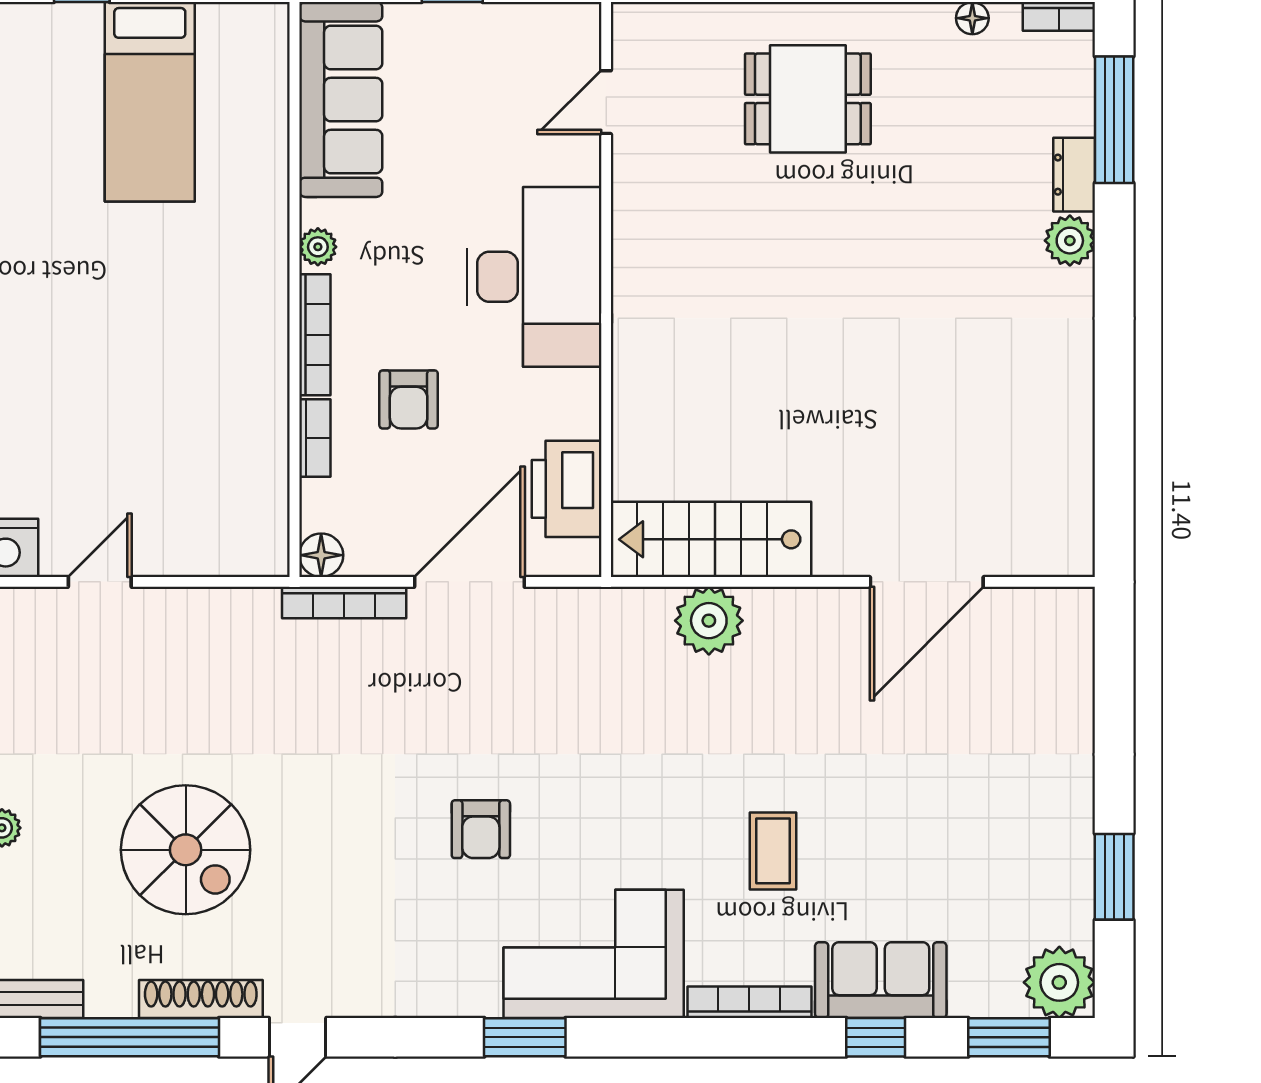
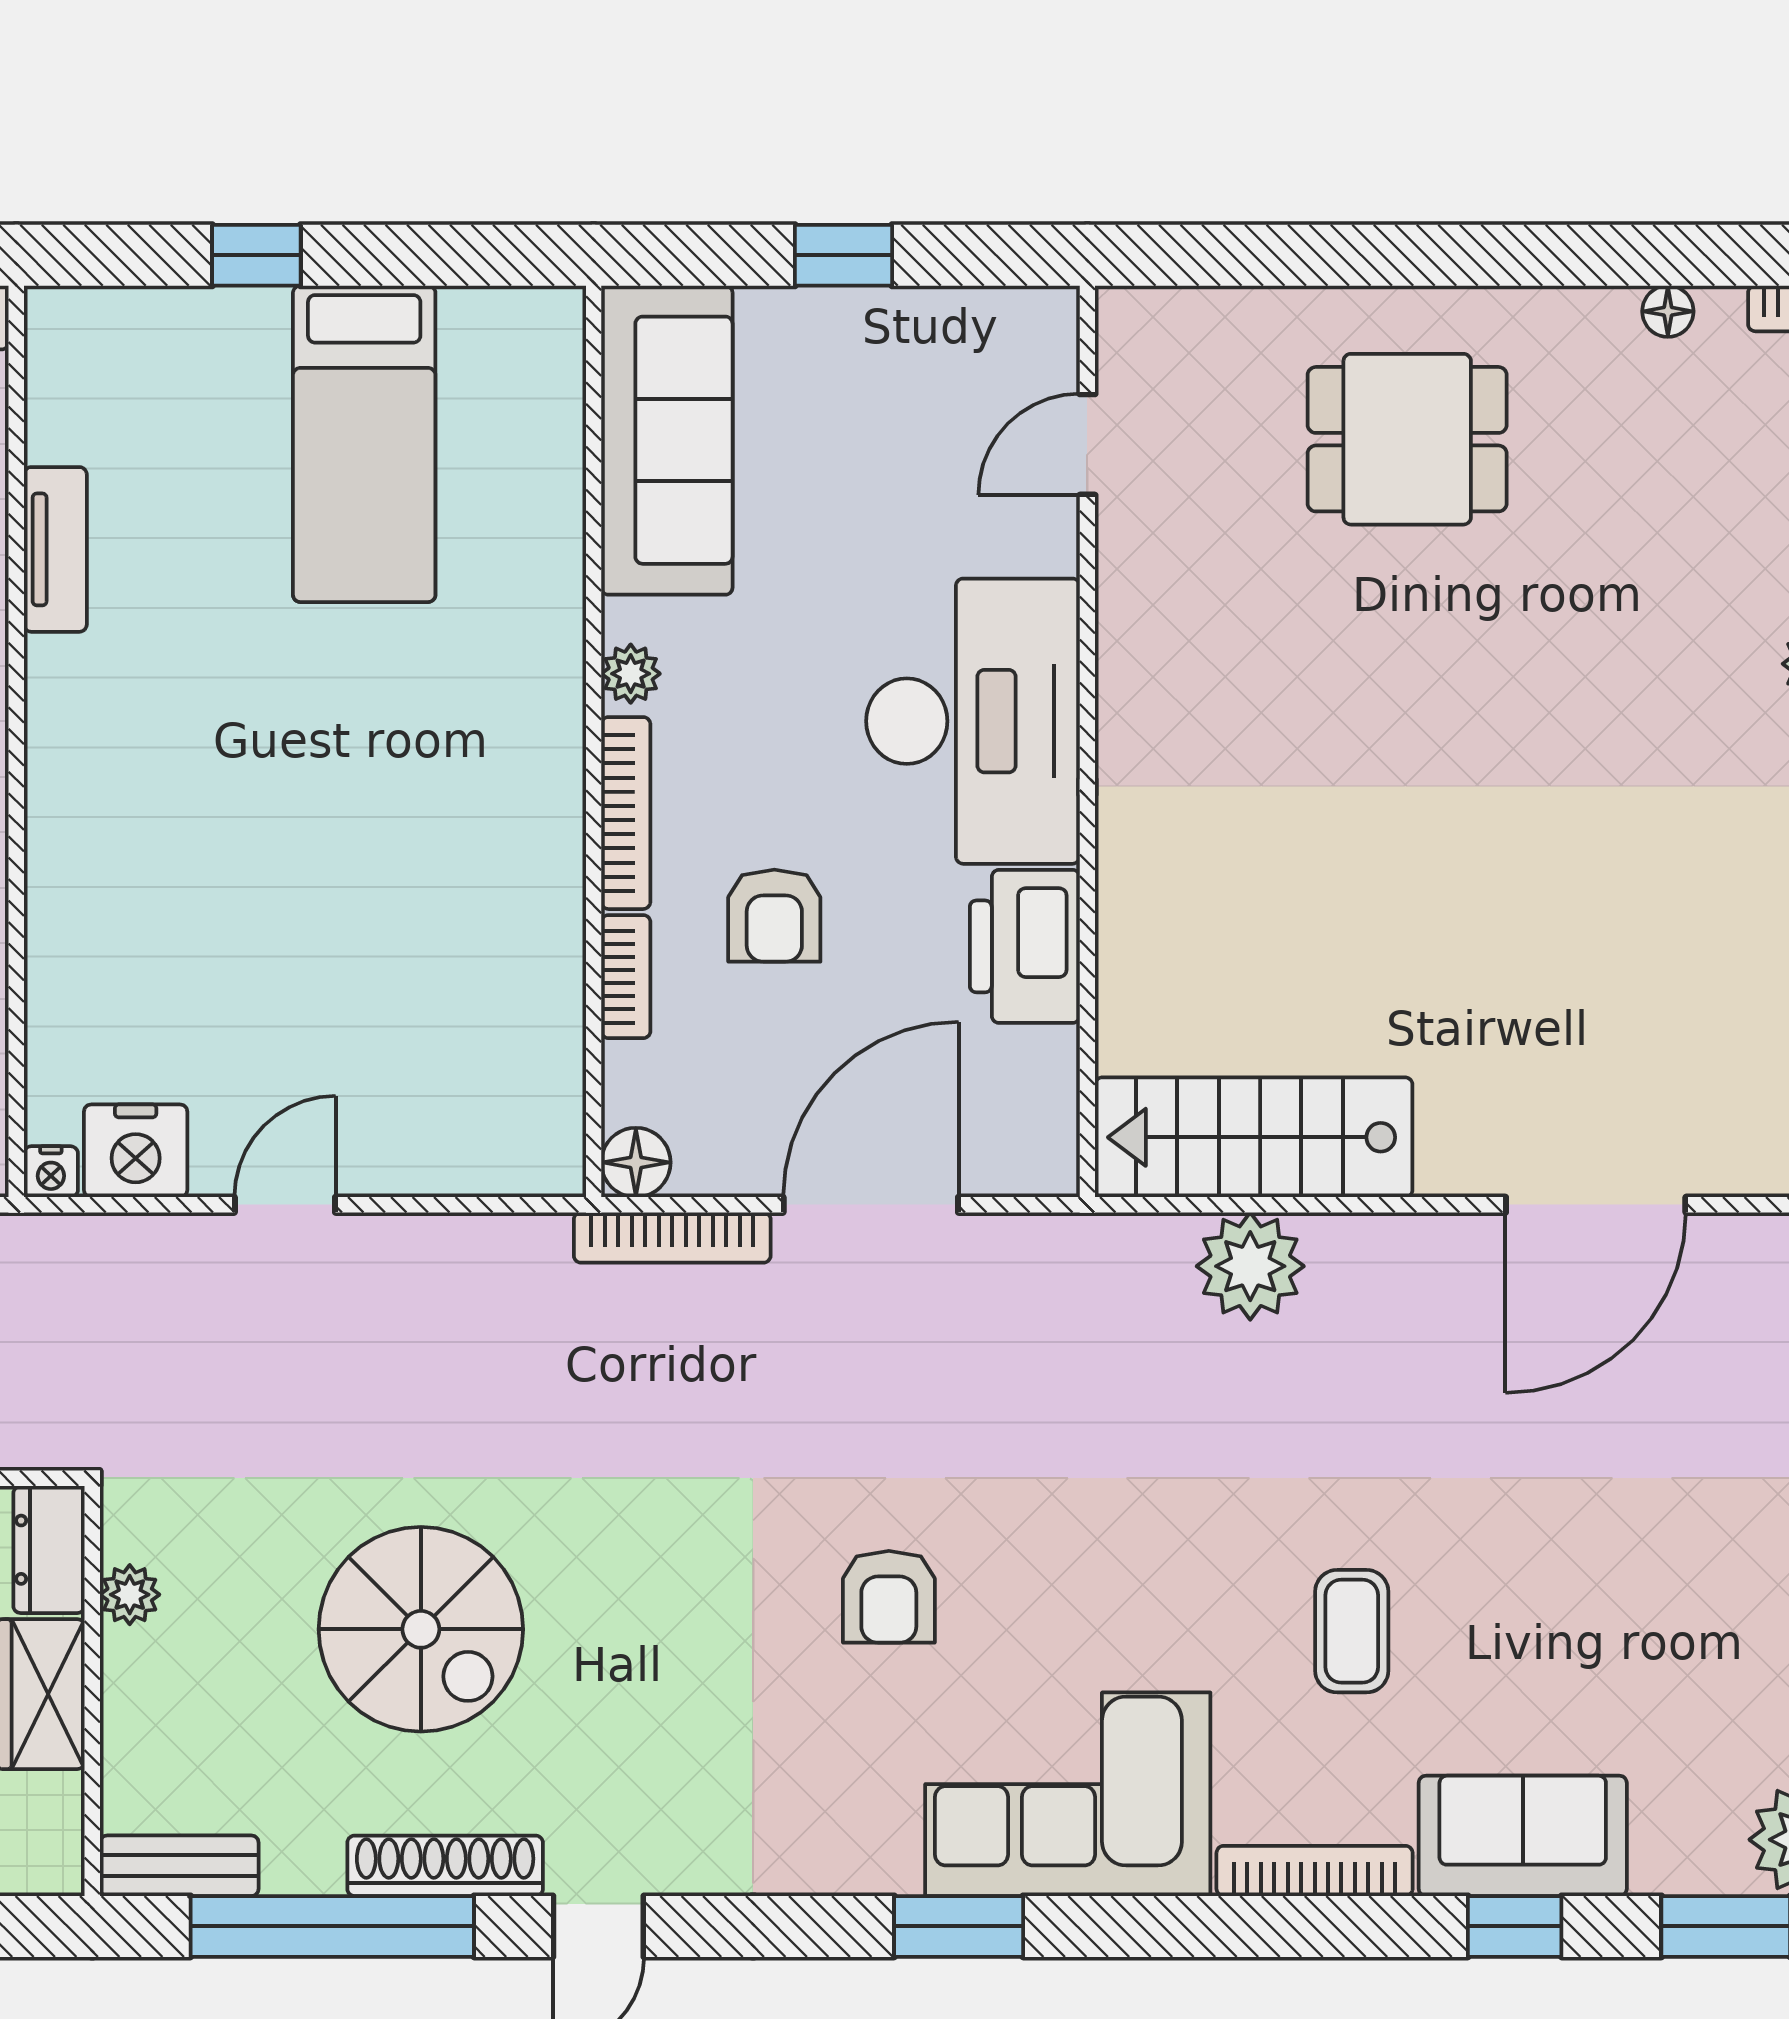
printer: (567, 489) -> (1025, 946), moved

